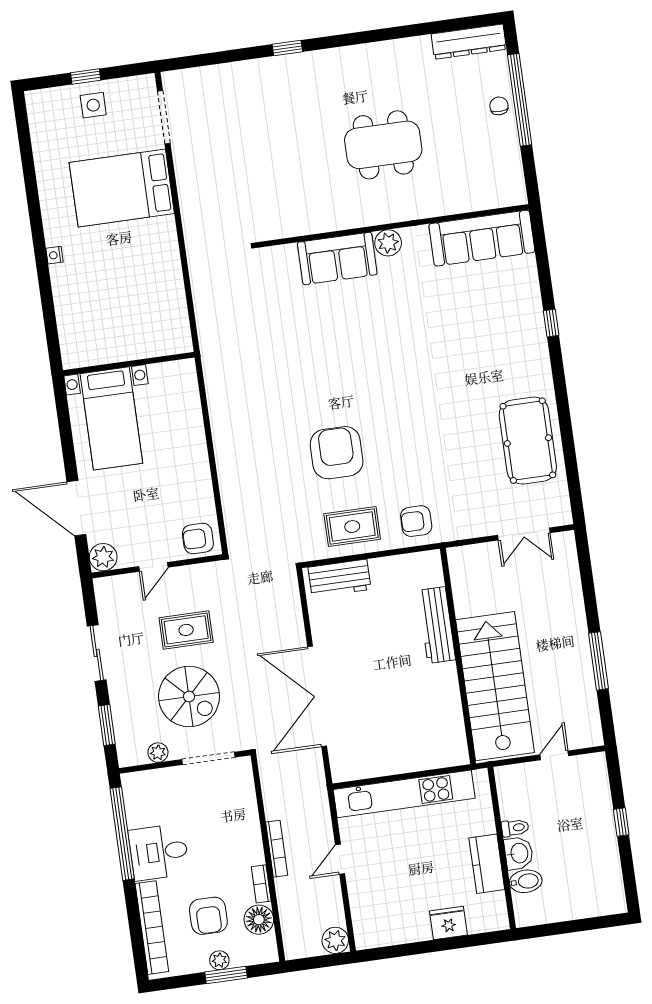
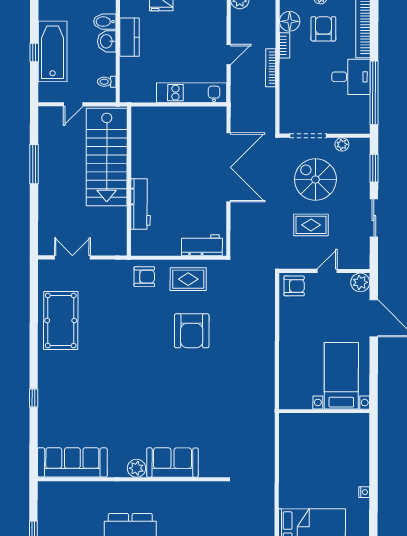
kitchen unit: (404, 794) -> (192, 93), width x0.73
bathtub: (595, 827) -> (53, 51), added
toilet: (515, 828) -> (107, 82), moved

